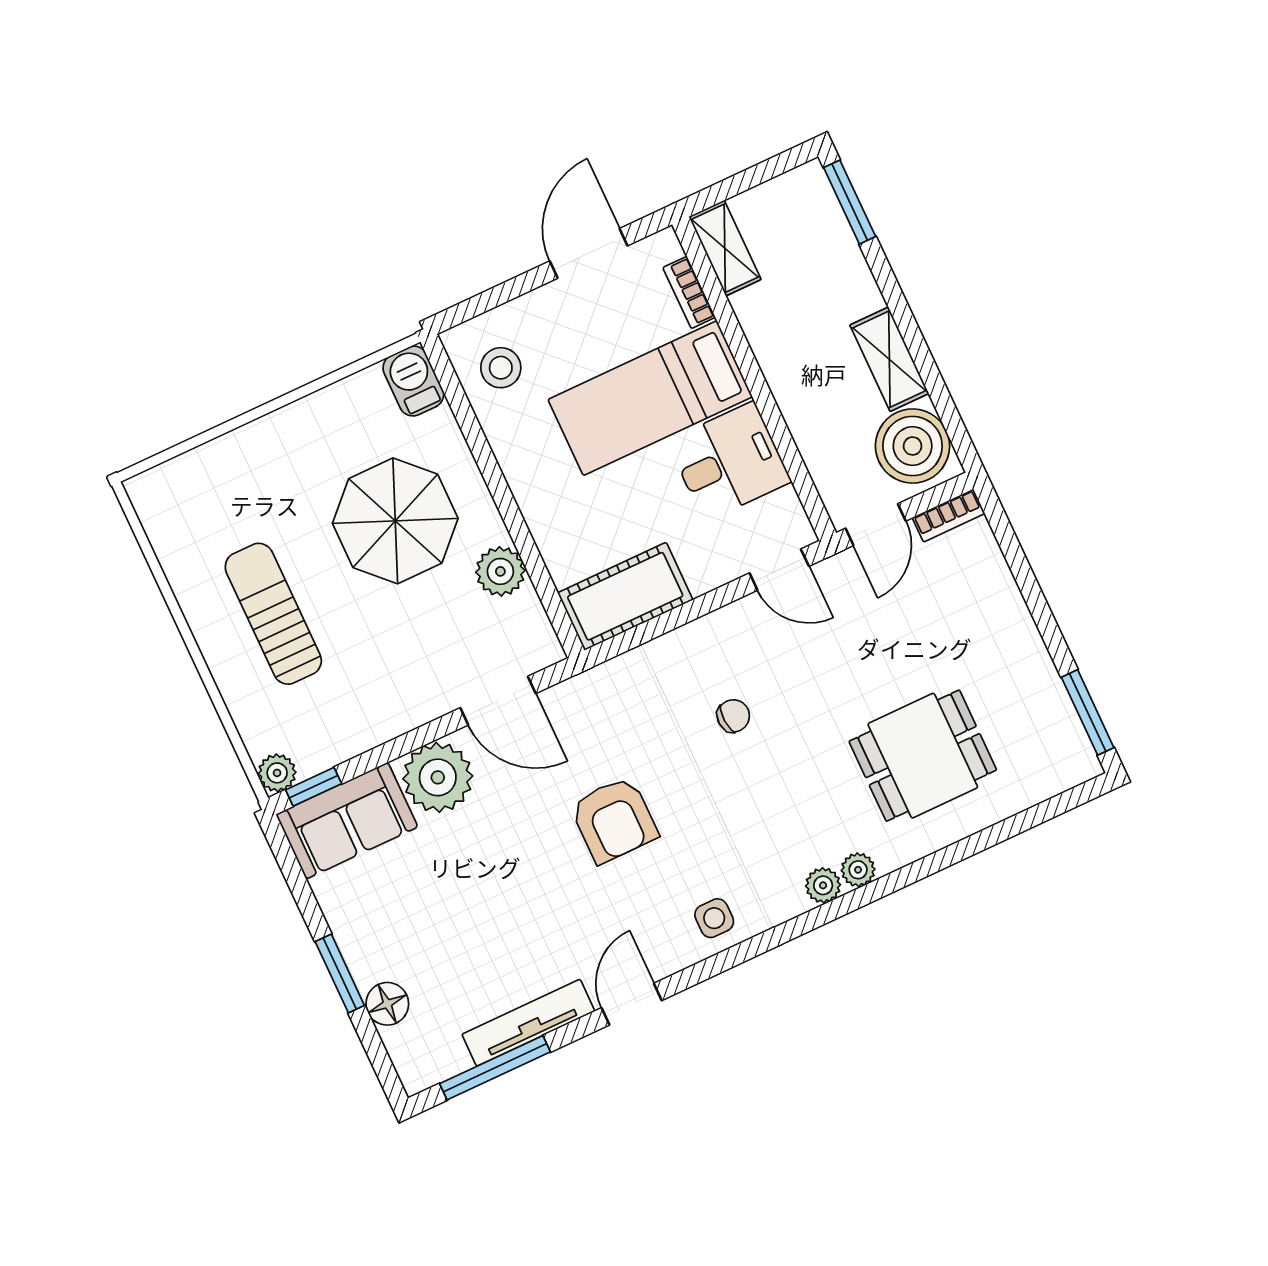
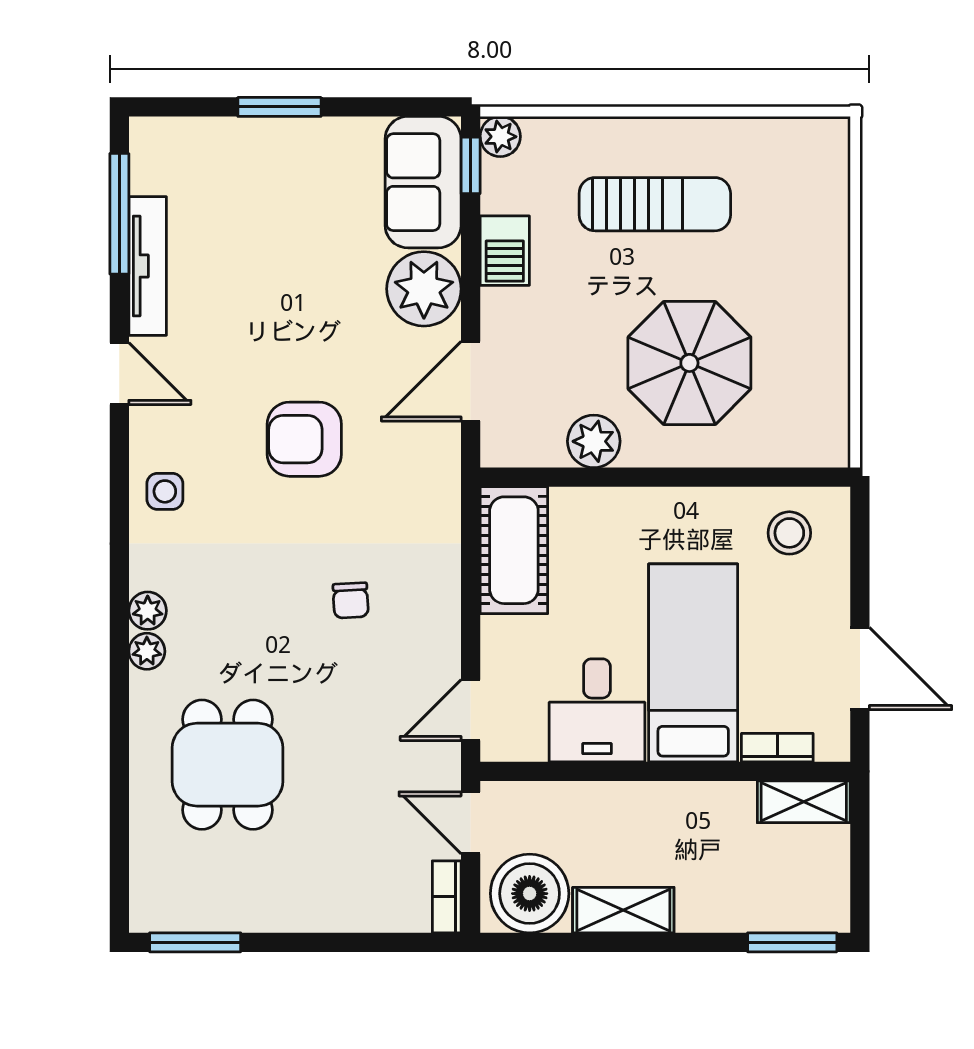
barbecue: (413, 381) -> (505, 251), moved, turned 90
floor lamp: (387, 1004) -> (229, 139), removed

